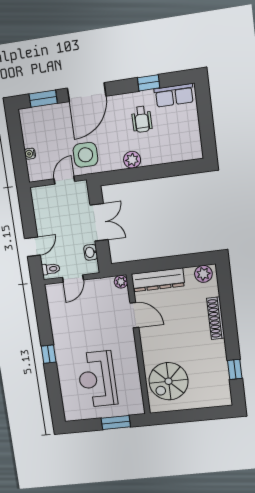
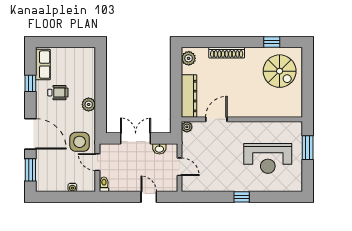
toilet: (51, 269) -> (104, 184), moved
spiral stairs: (168, 381) -> (280, 71), moved

